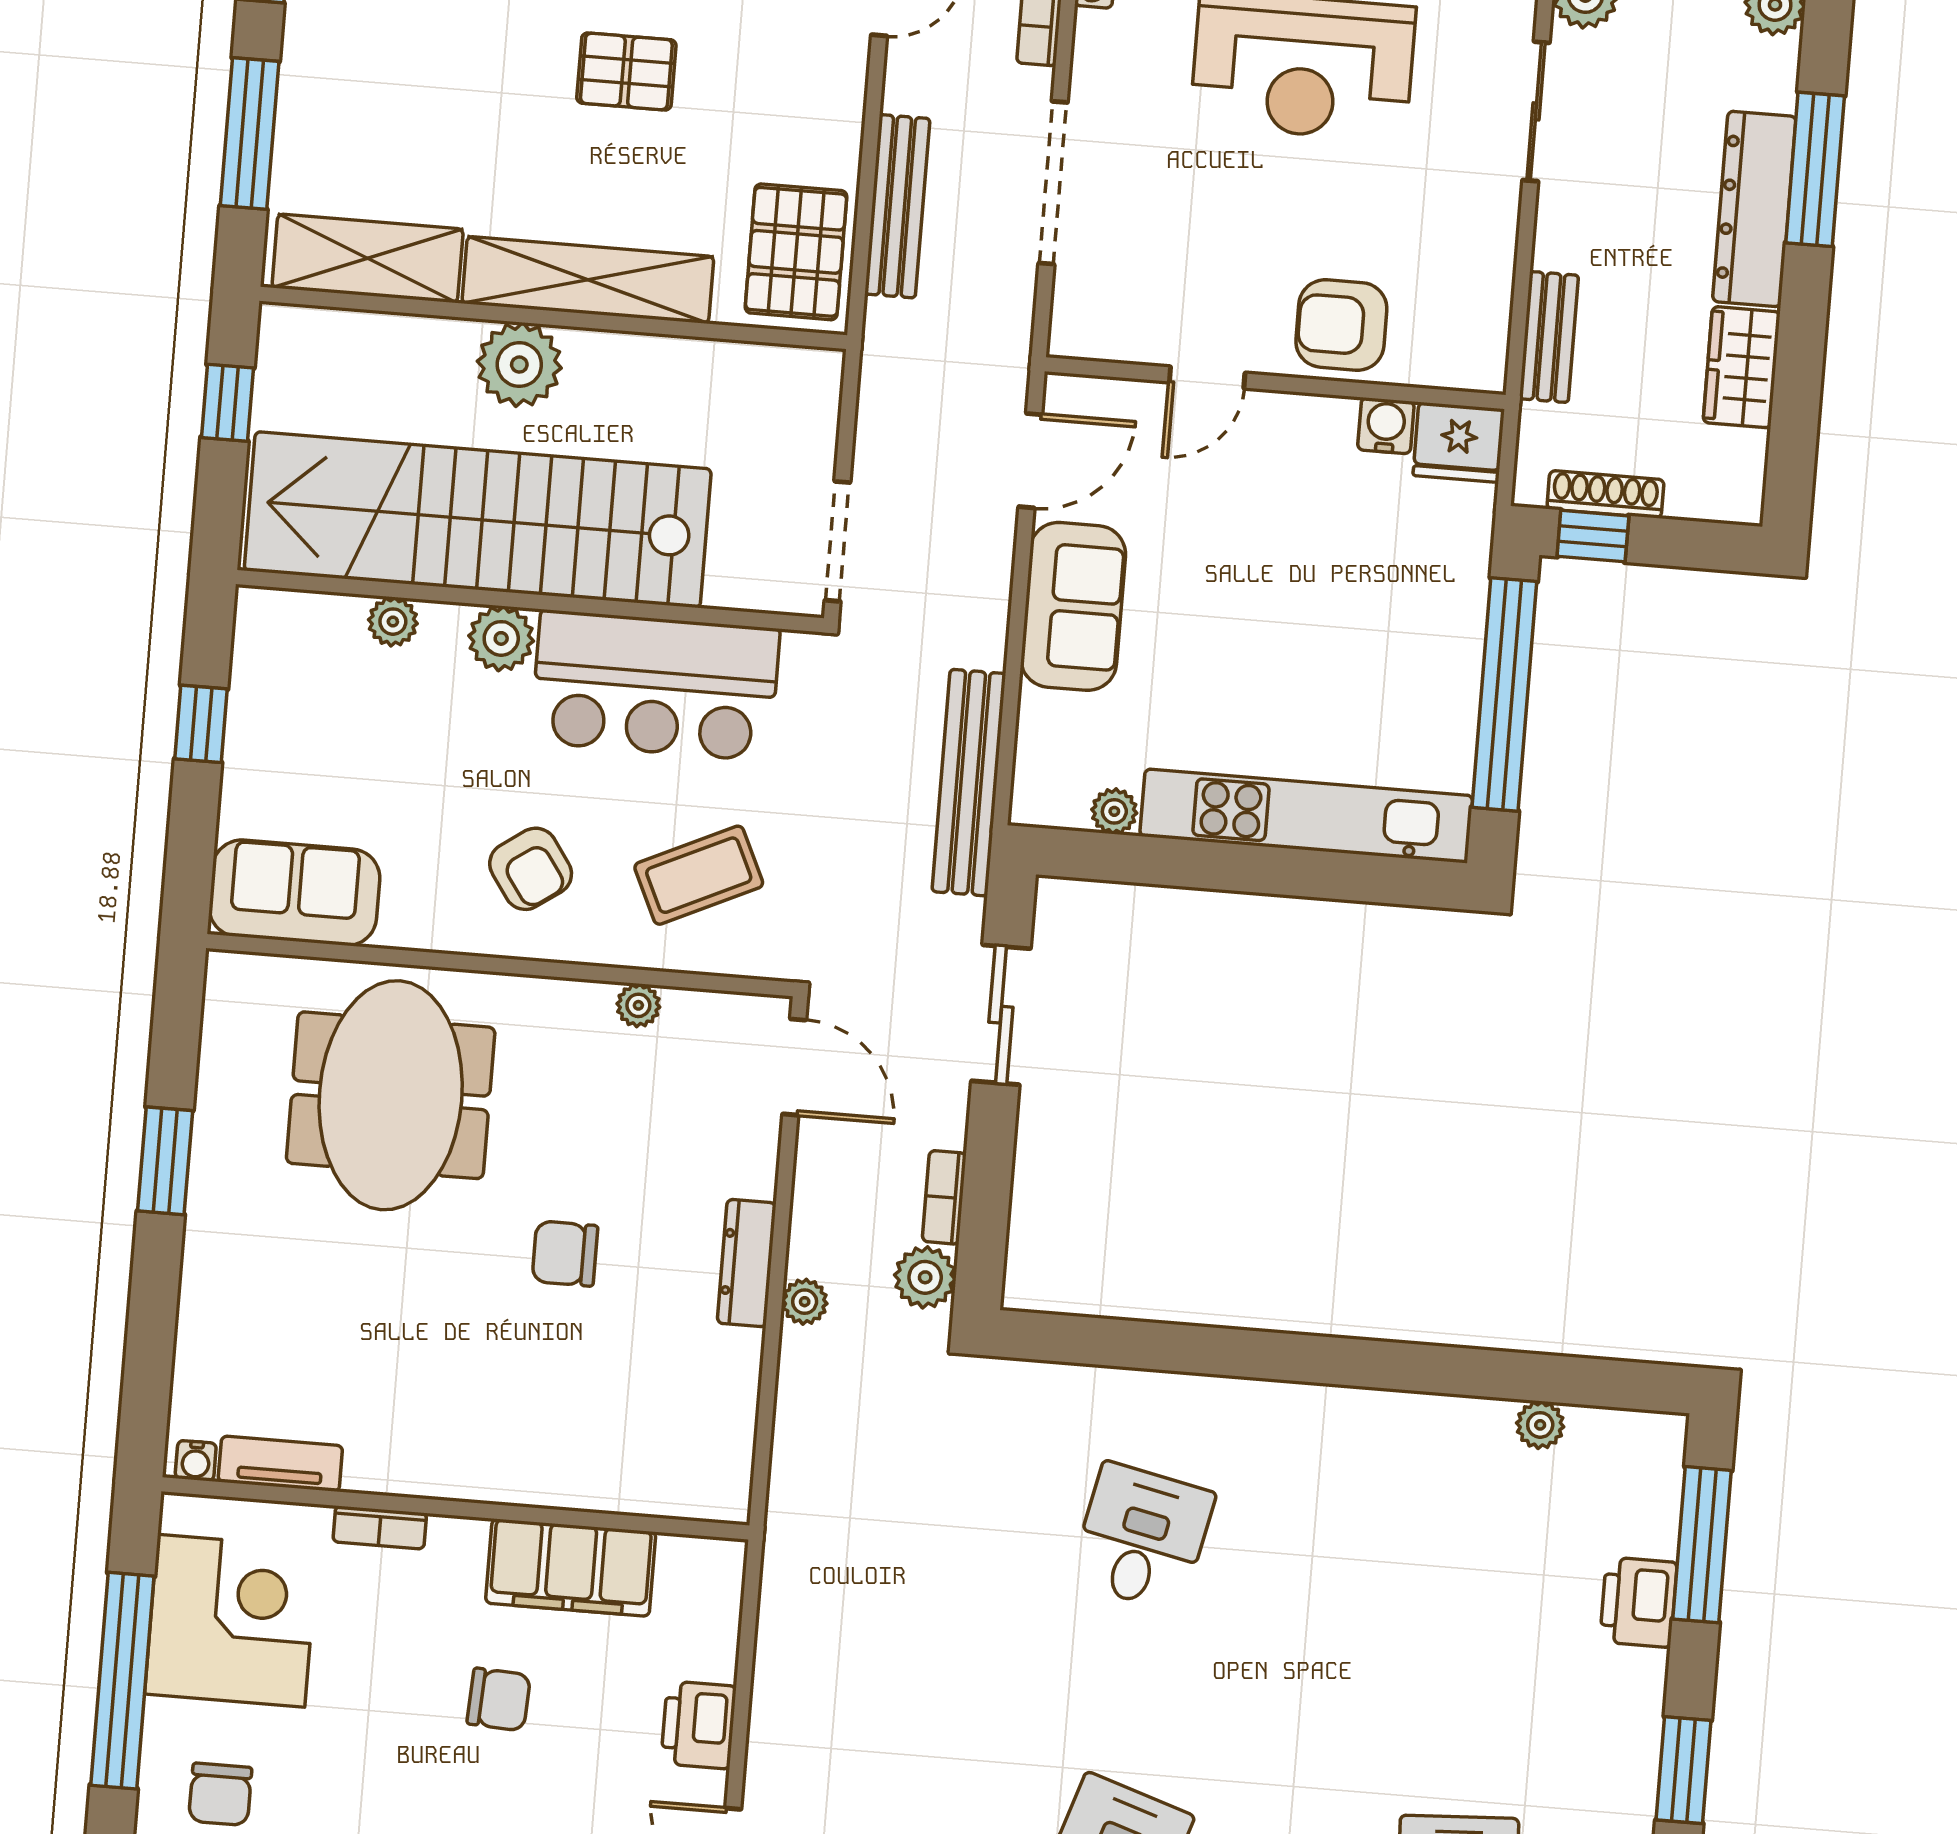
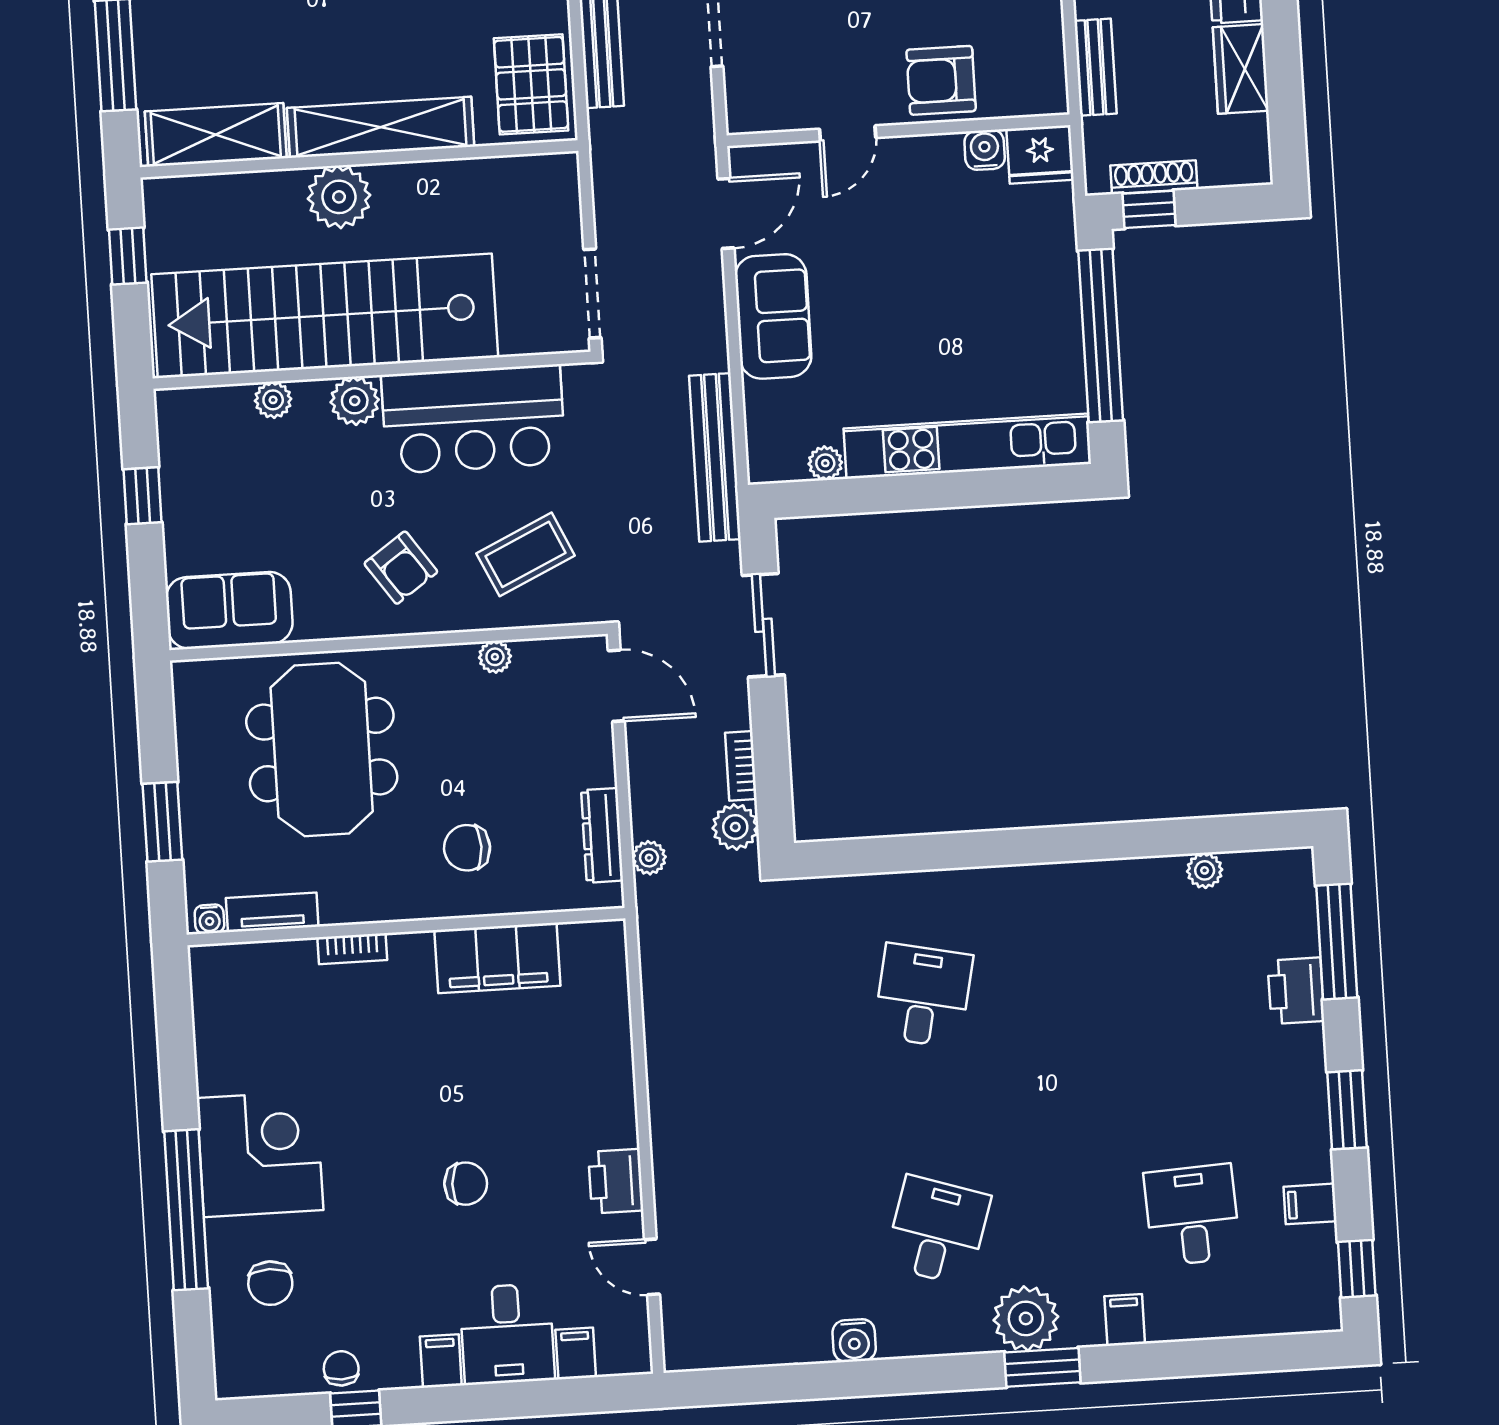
water cooler: (196, 1461) -> (209, 919), moved
tv unit: (280, 1464) -> (272, 912), moved
wall: (455, 1508) -> (406, 927), moved
bookcase: (380, 1527) -> (352, 949), moved
filing cabinet: (571, 1568) -> (497, 958), moved

